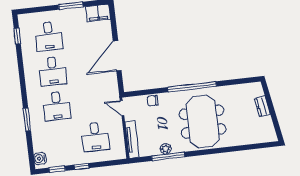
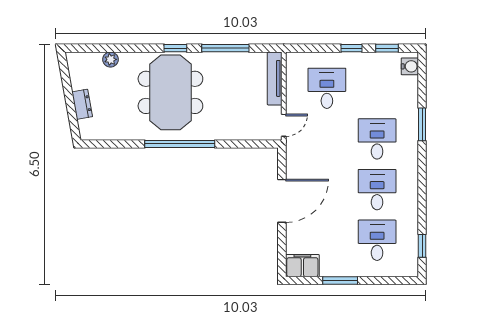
chair: (153, 101) -> (239, 131), removed
door: (122, 108) -> (284, 125), hinge flipped
plant: (166, 149) -> (110, 59), moved
window: (203, 152) -> (175, 48), added

